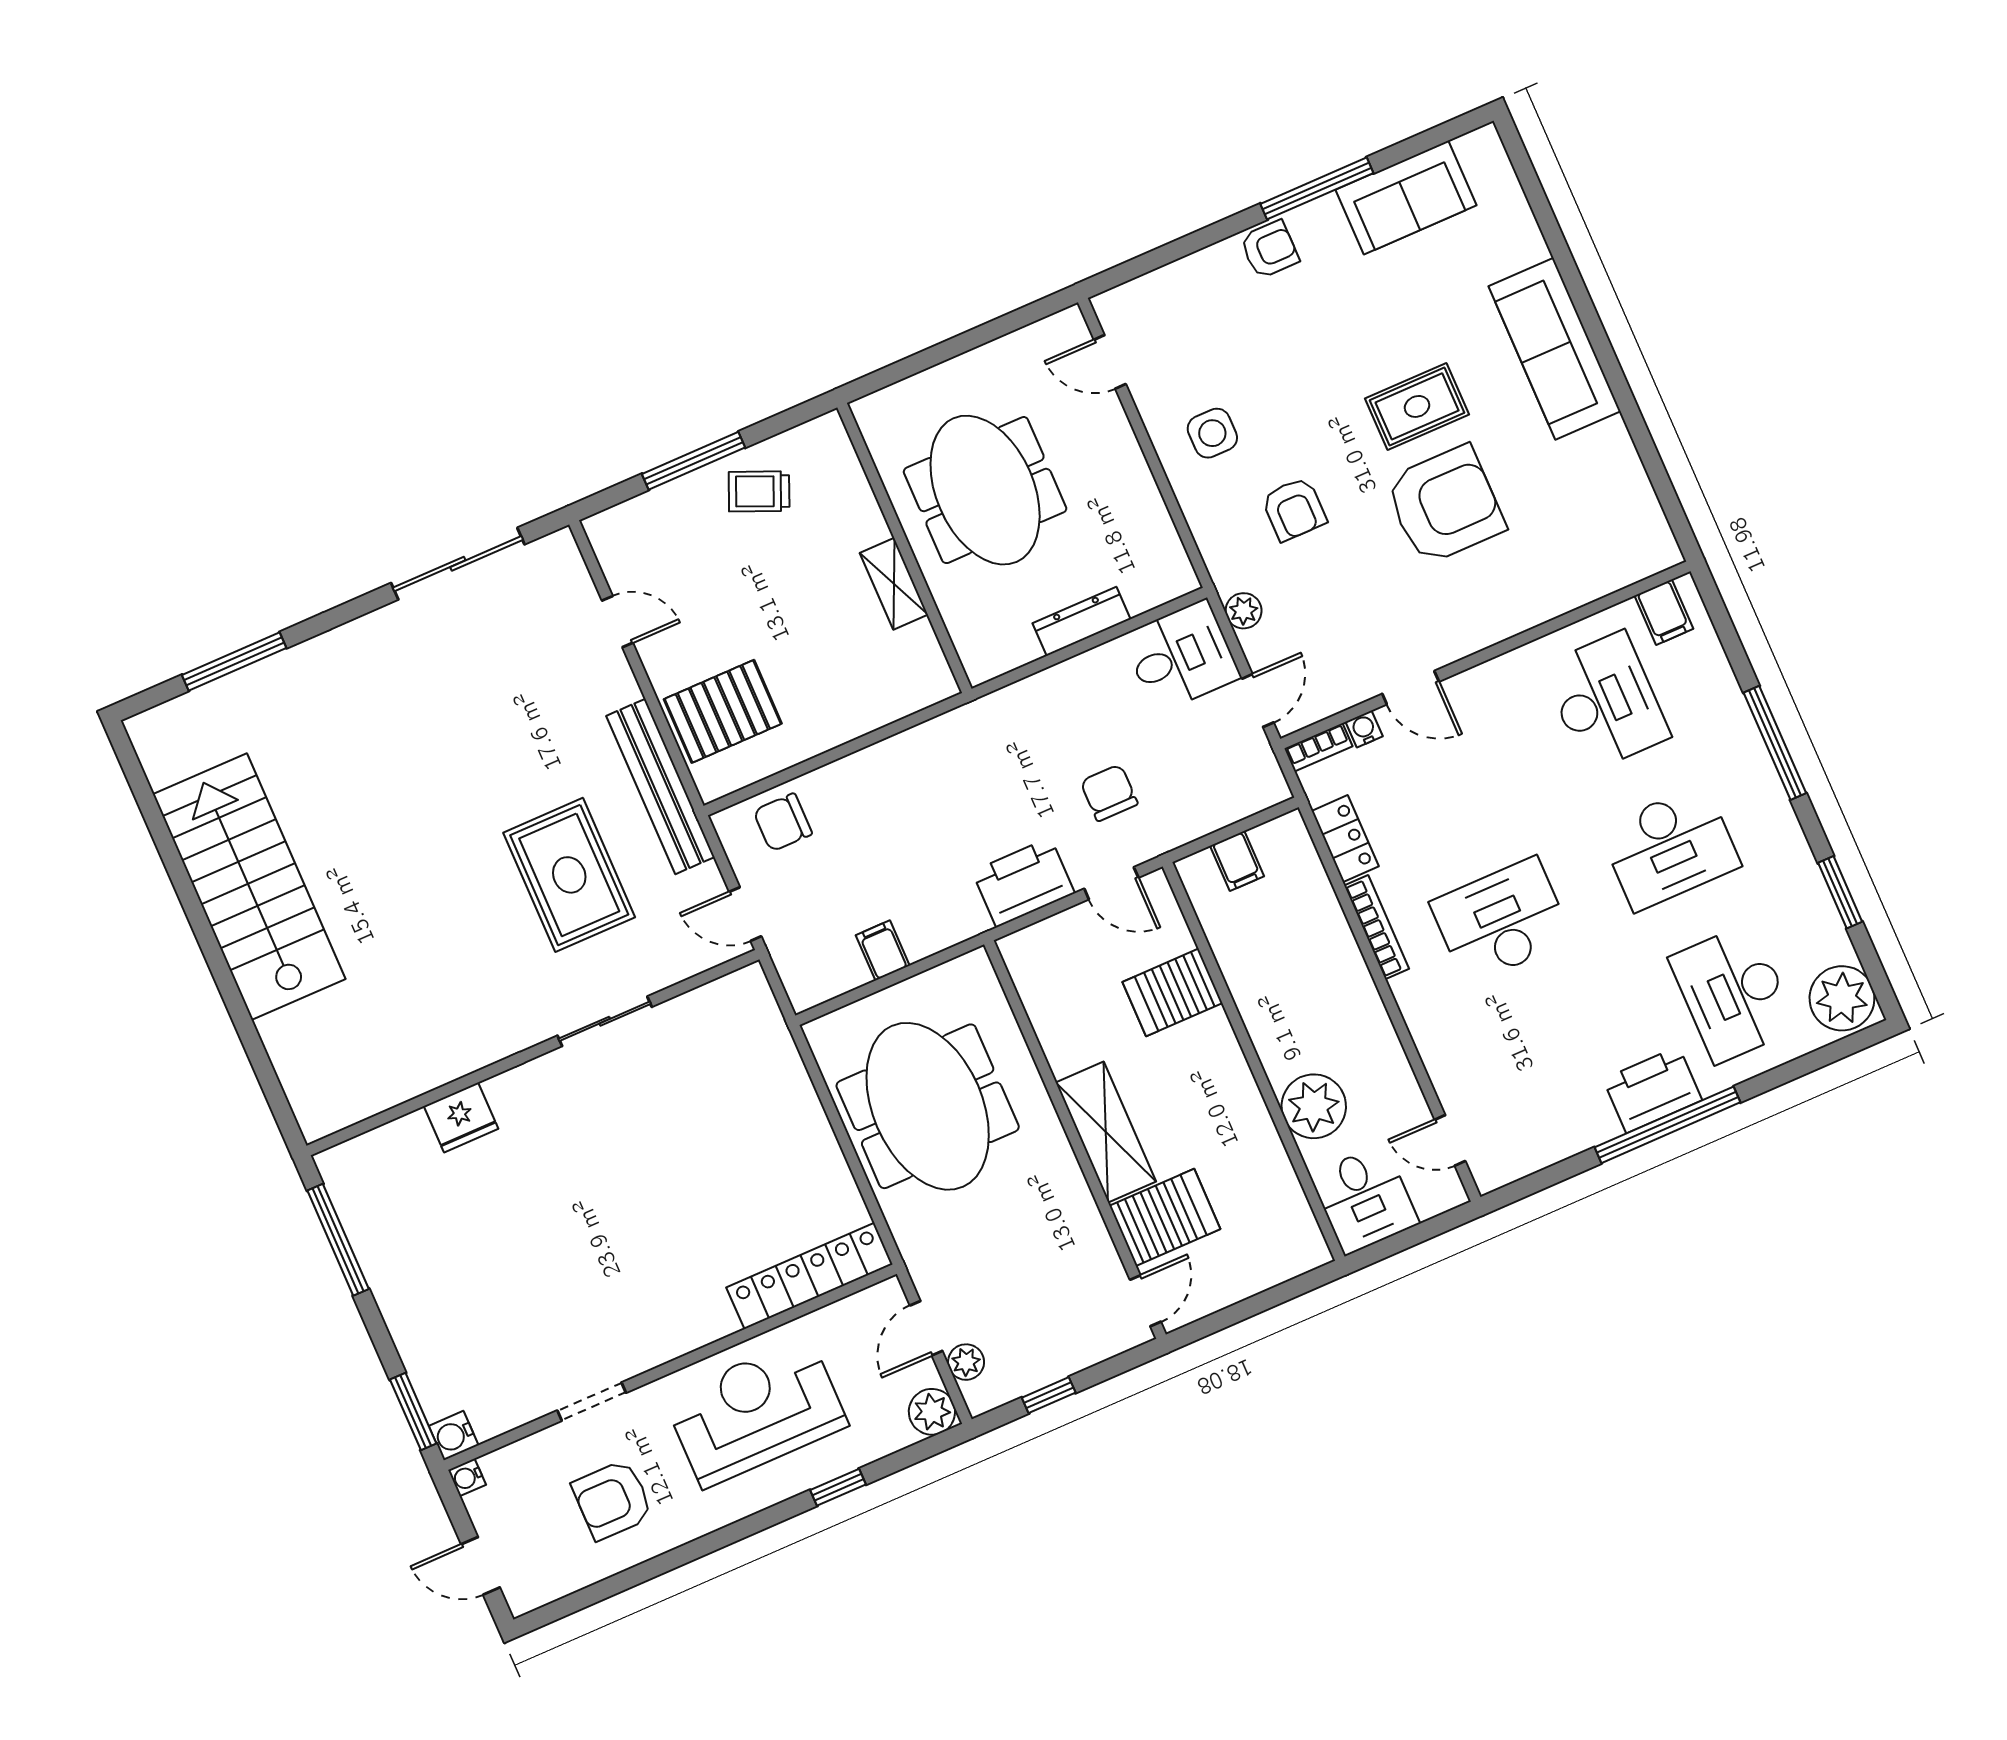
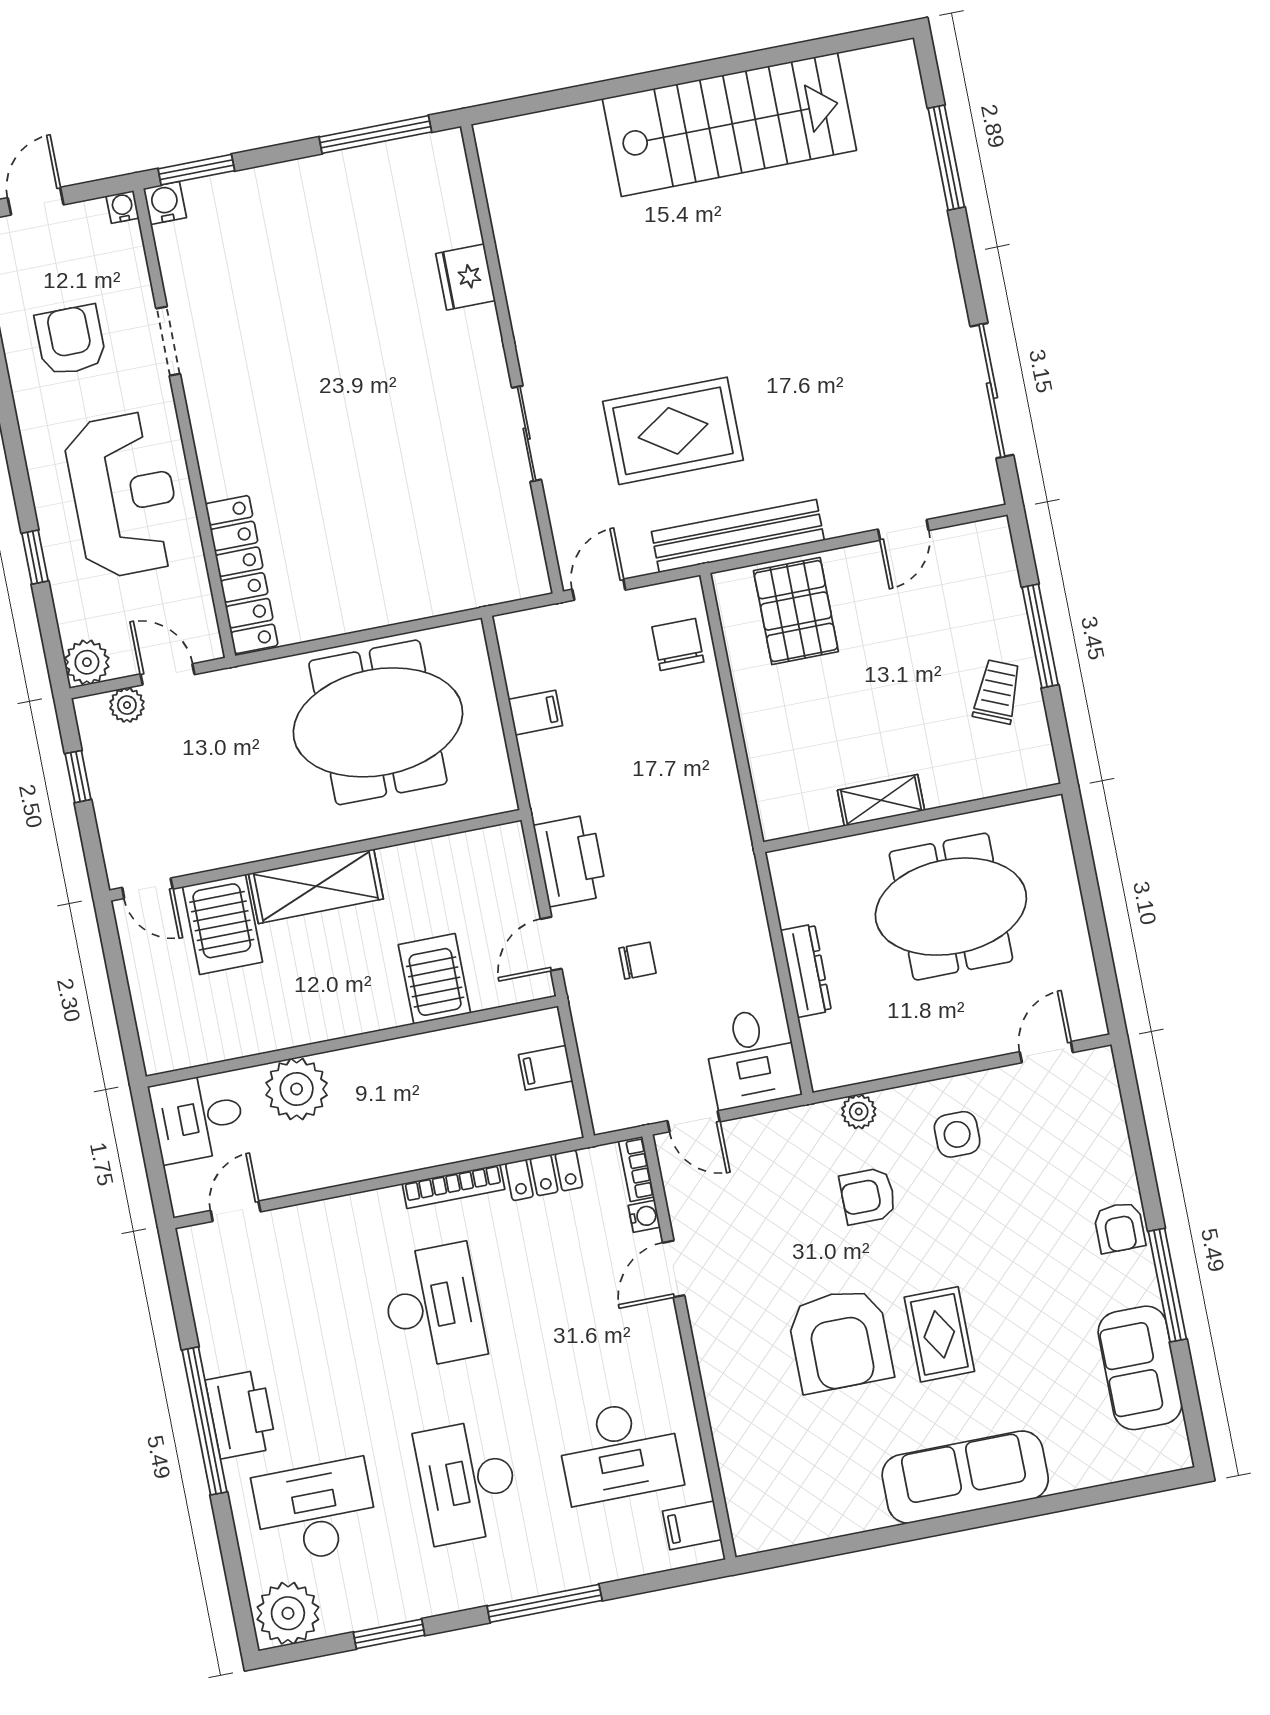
plant: (1244, 611) -> (859, 1112), moved
chair: (1109, 793) -> (637, 961), width x0.73, depth x0.73

